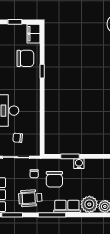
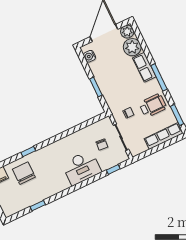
water cooler: (79, 164) -> (90, 56), moved
chair: (54, 179) -> (124, 91), removed
wheelchair: (30, 198) -> (153, 105), turned -86

